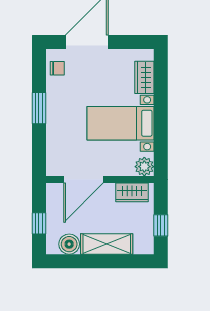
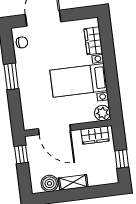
door: (83, 179) -> (55, 130), hinge flipped
window: (39, 223) -> (21, 154), moved
shelving: (107, 244) -> (73, 182), width x0.67, depth x0.75

